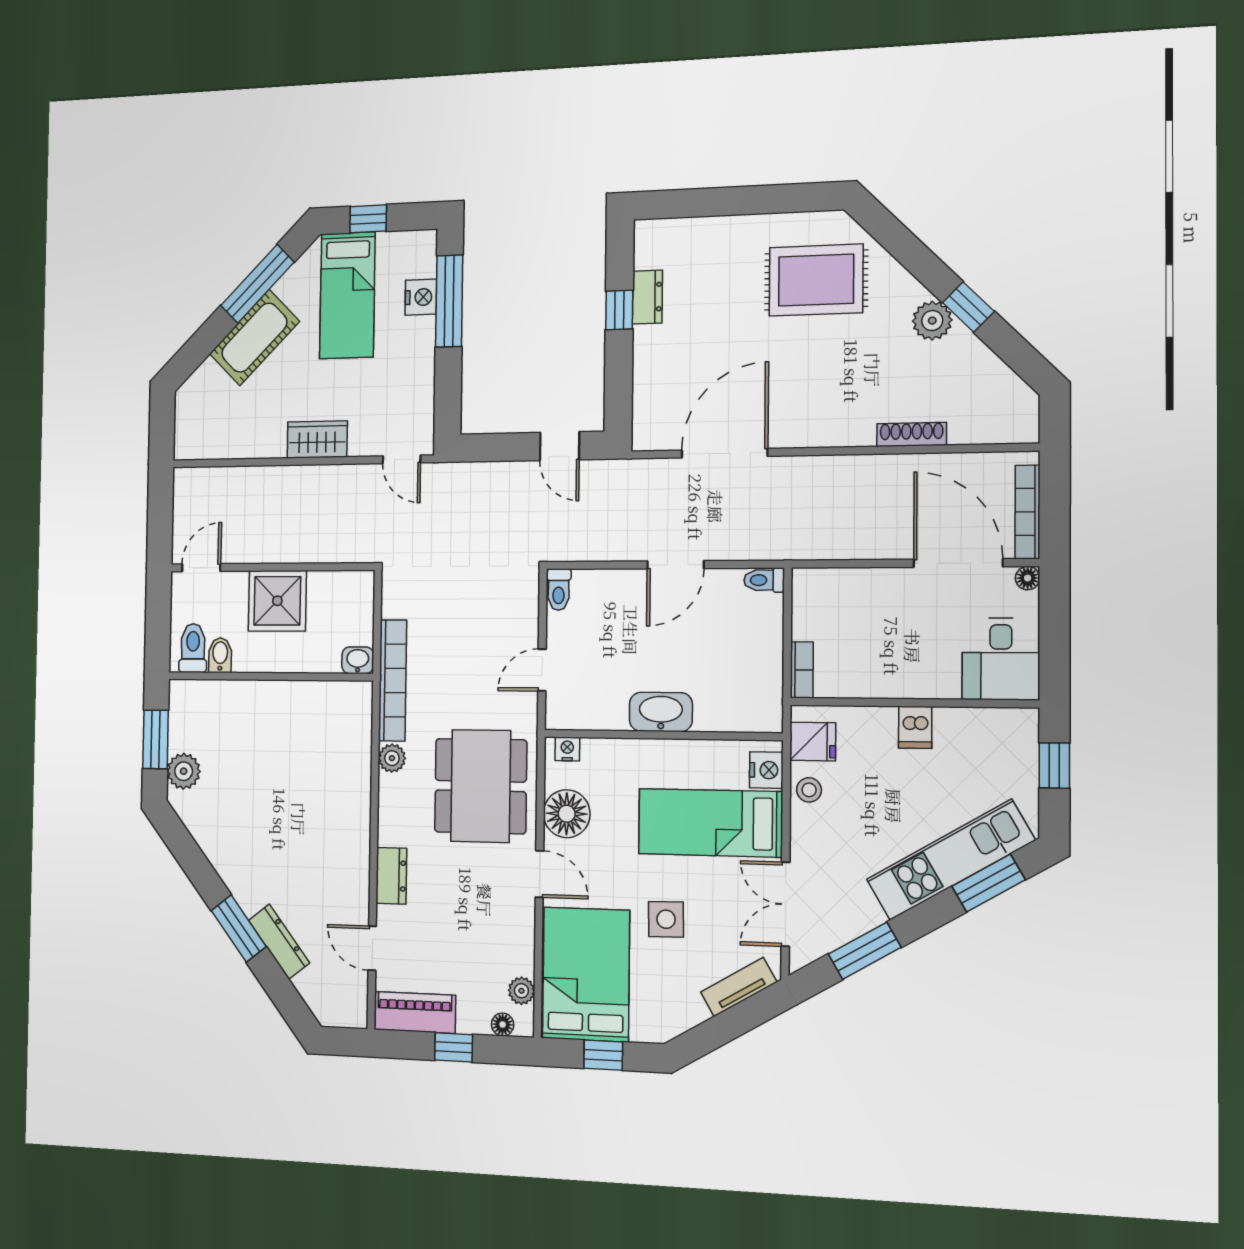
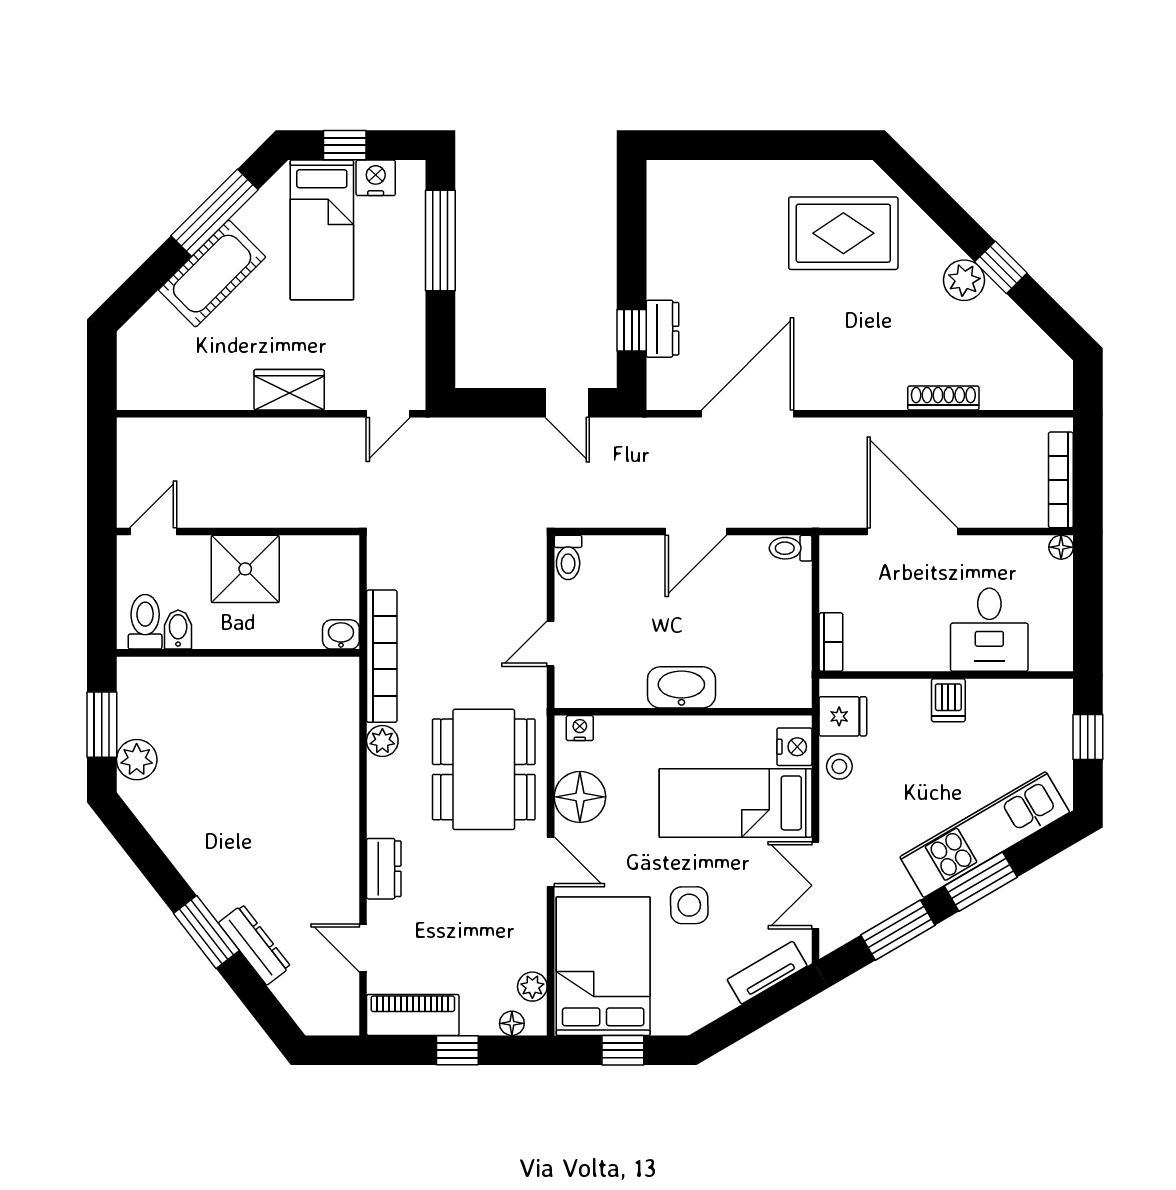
nightstand: (421, 297) -> (376, 178), moved, turned -90
dresser: (647, 297) -> (662, 329), moved
window: (619, 310) -> (632, 330), moved
door: (402, 459) -> (388, 414), hinge flipped
door: (958, 563) -> (912, 531), moved
desk: (1001, 659) -> (989, 630), moved
window: (988, 883) -> (981, 882), moved

